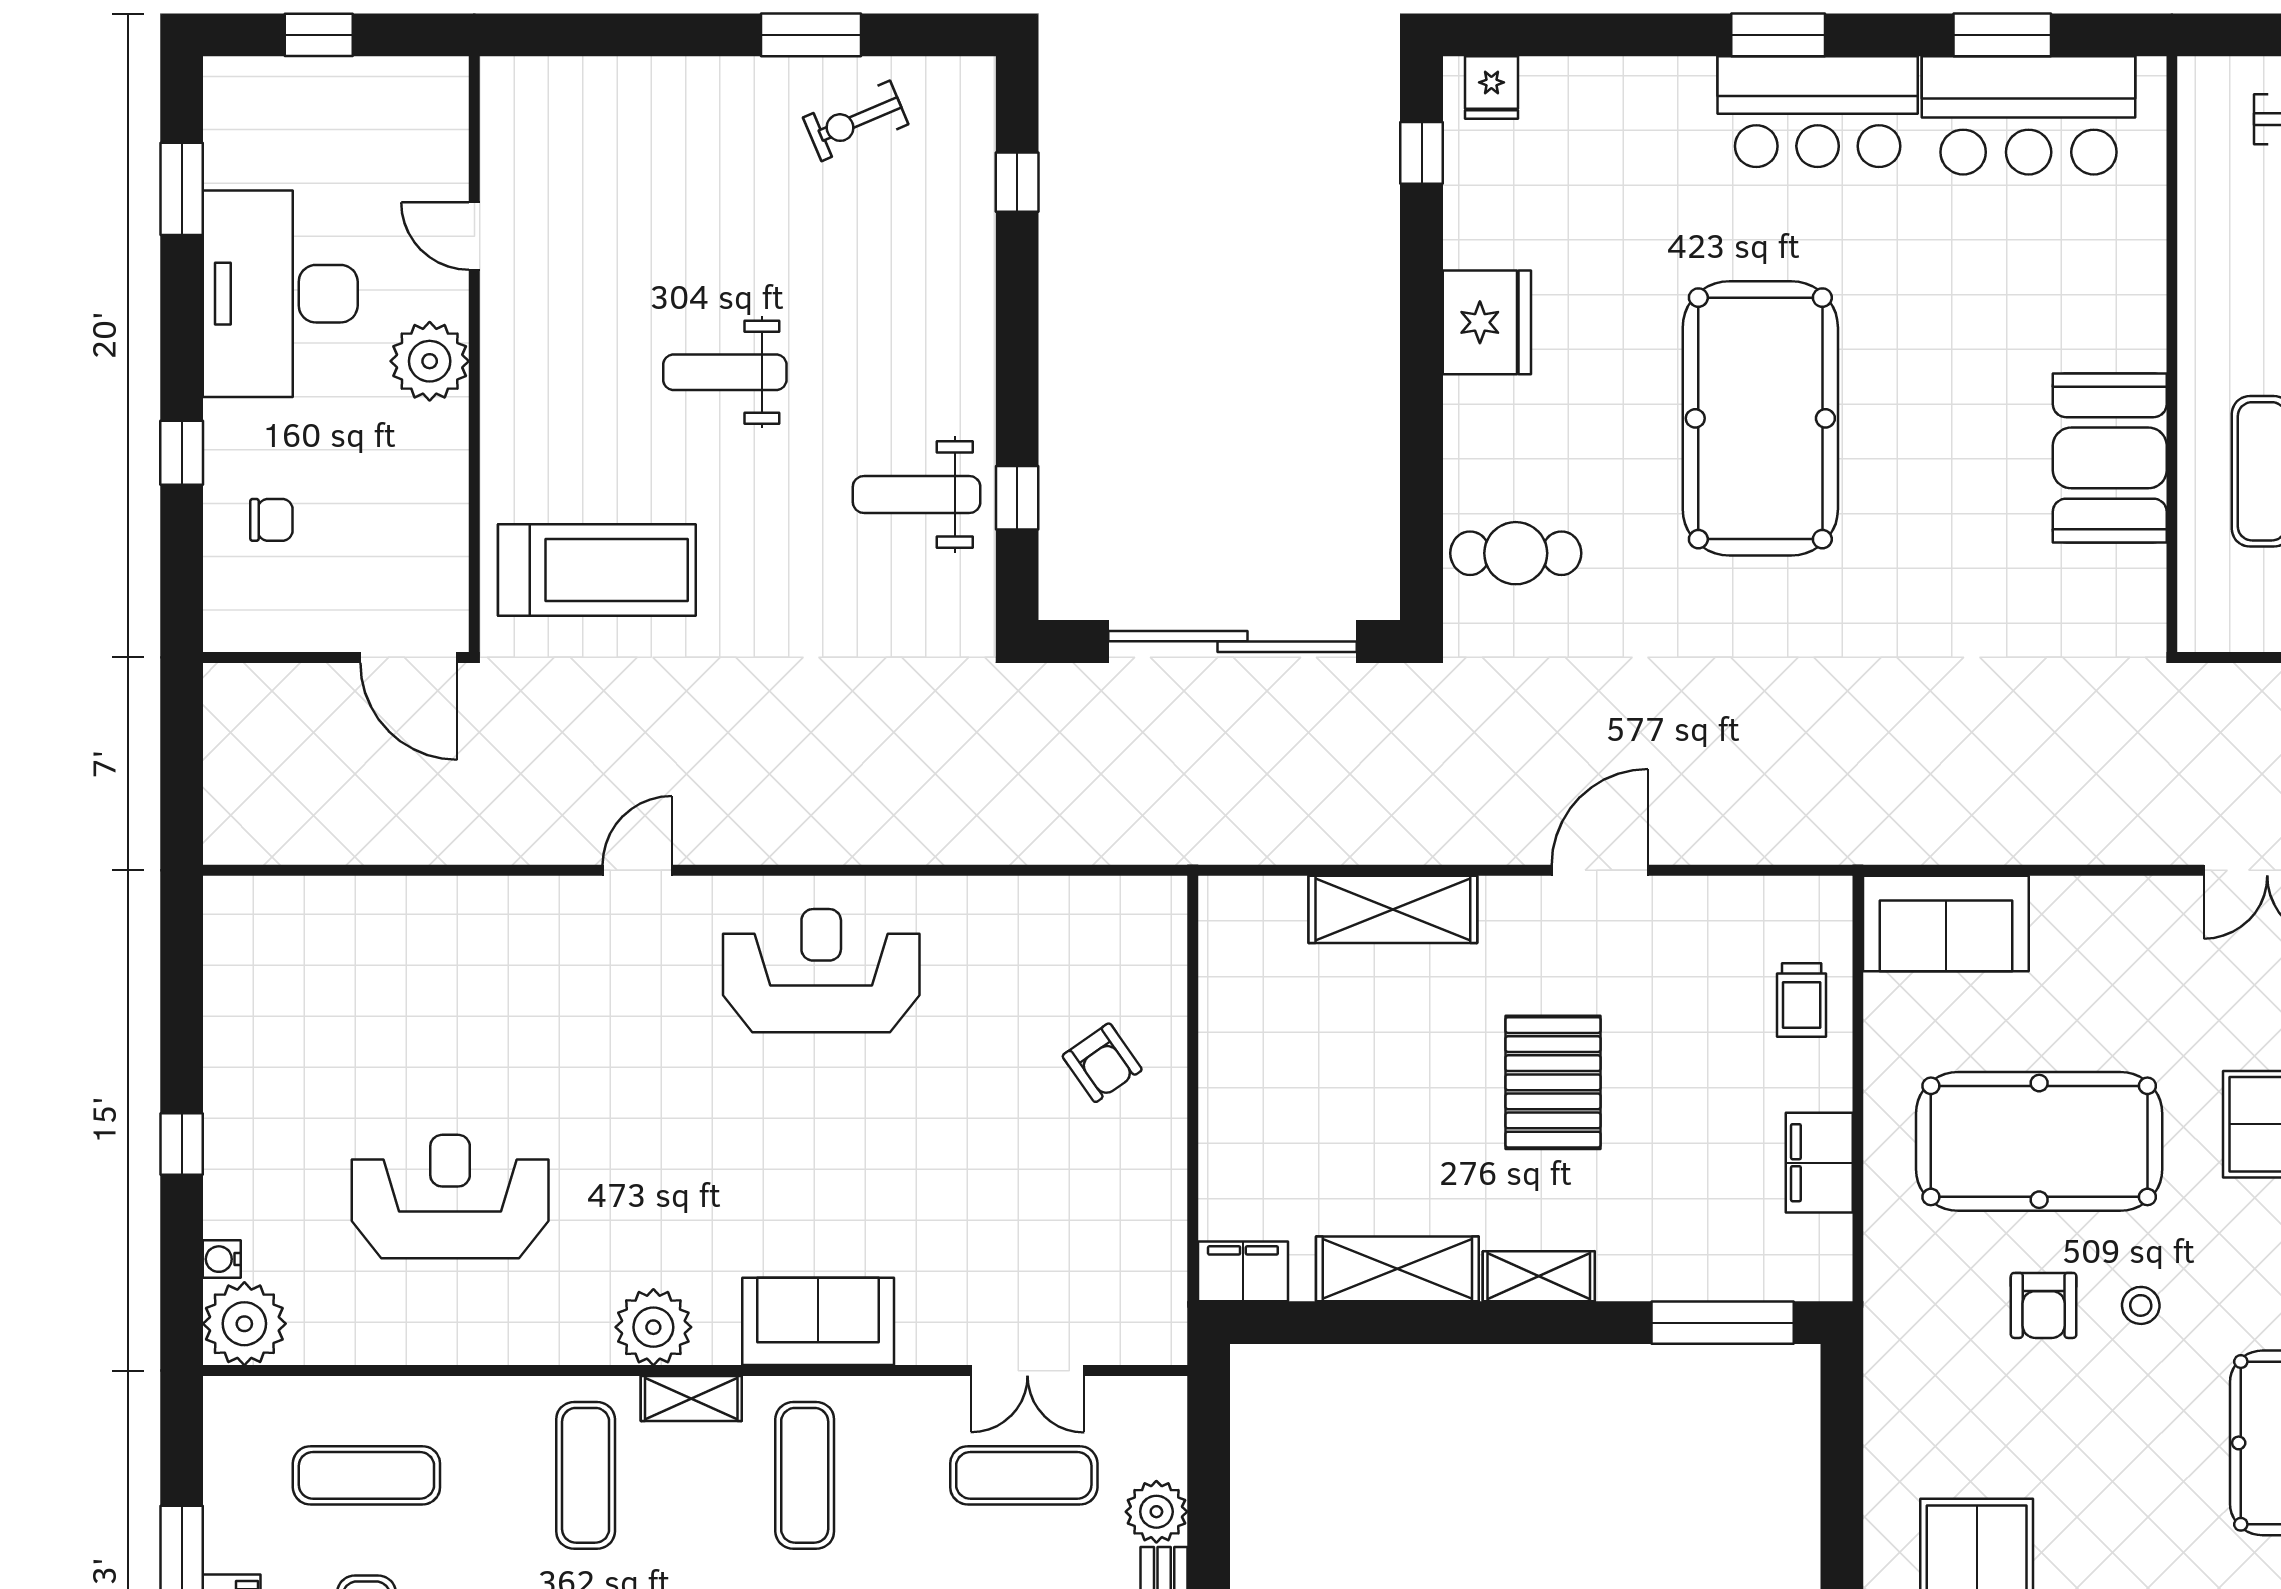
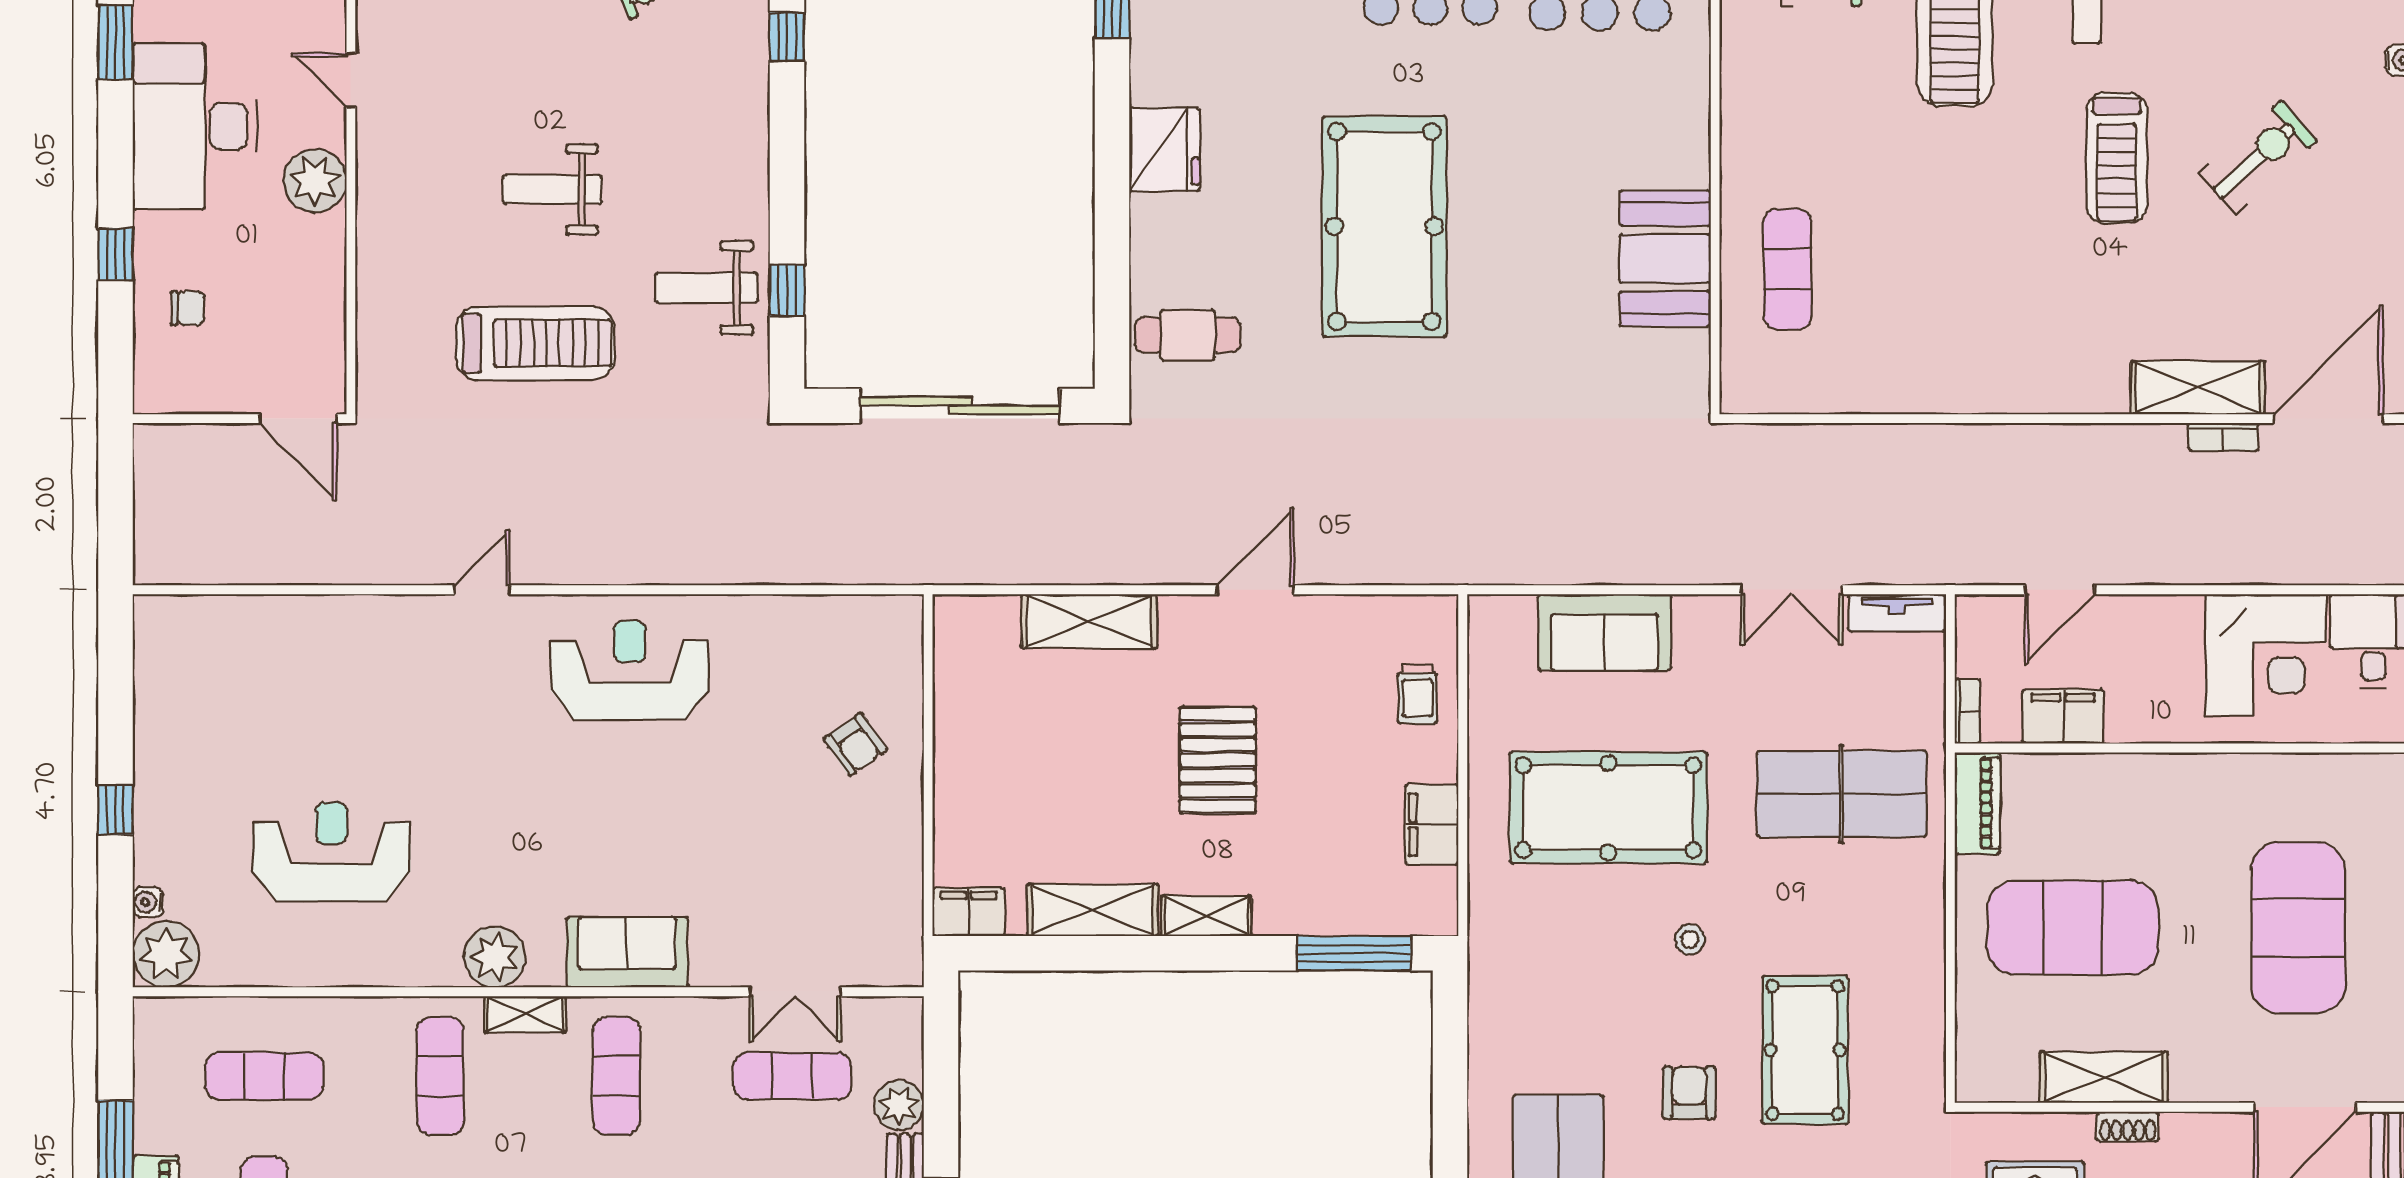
treadmill: (597, 570) -> (535, 343), moved
sofa: (1946, 923) -> (1605, 632), moved
armchair: (2044, 1305) -> (1689, 1093), moved, turned 180

